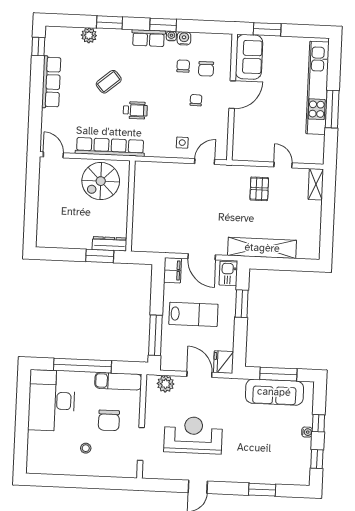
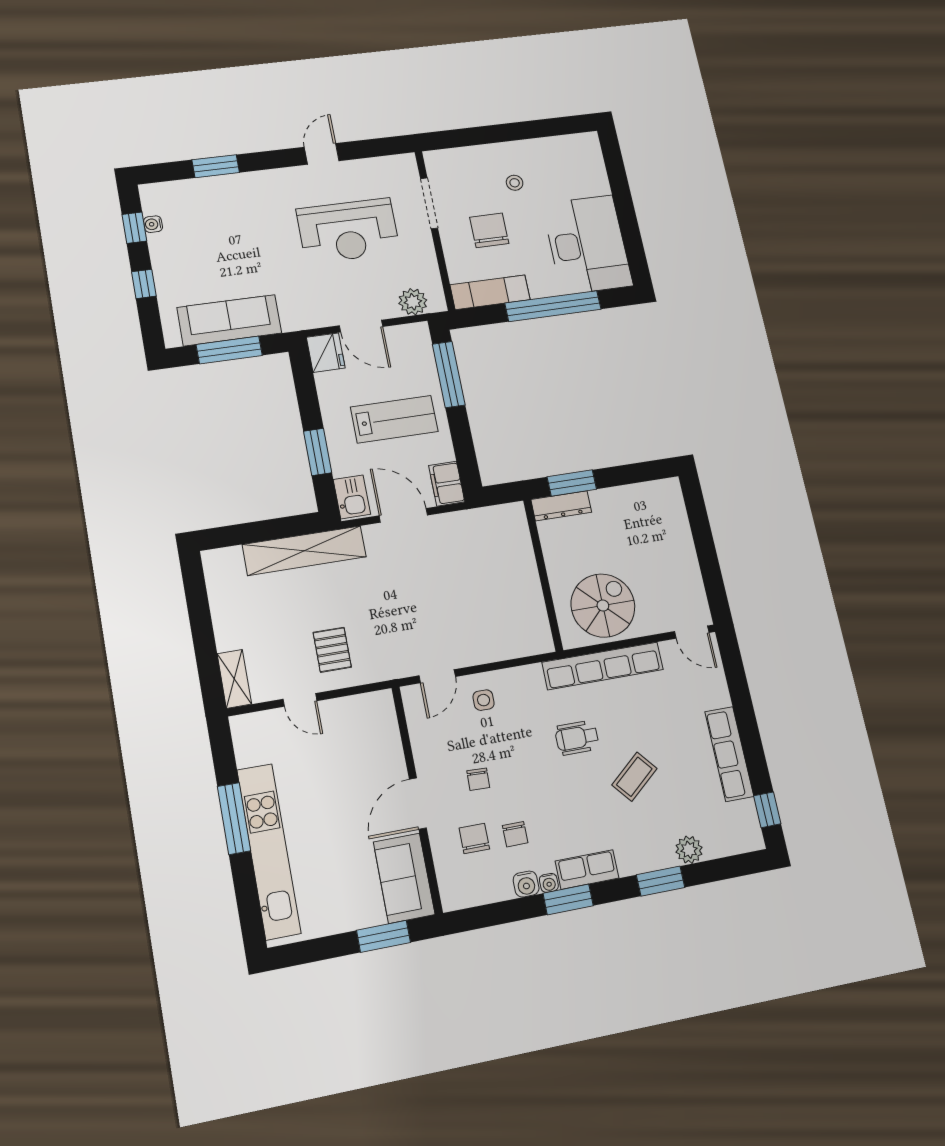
lab bench: (193, 314) -> (394, 419), turned 180
water cooler: (307, 432) -> (153, 224), moved

